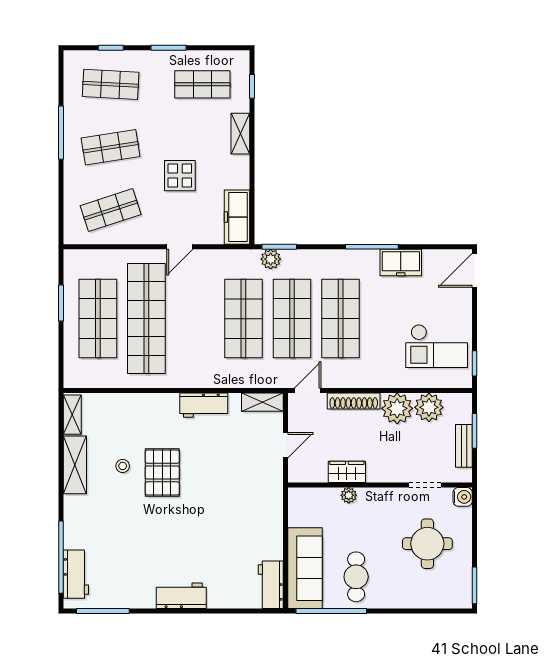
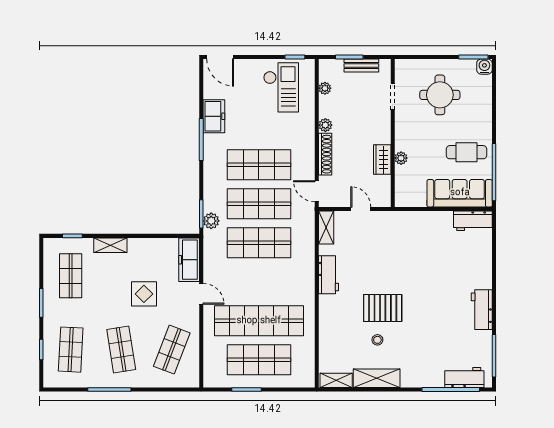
shop shelf: (111, 210) -> (172, 350), turned 39
freezer: (237, 217) -> (189, 260), moved, turned 90
plant: (429, 407) -> (325, 88), width x0.53, depth x0.53
plant: (397, 408) -> (325, 125), width x0.53, depth x0.53
water cooler: (463, 497) -> (484, 67), moved
workbench: (181, 596) -> (482, 310), moved

